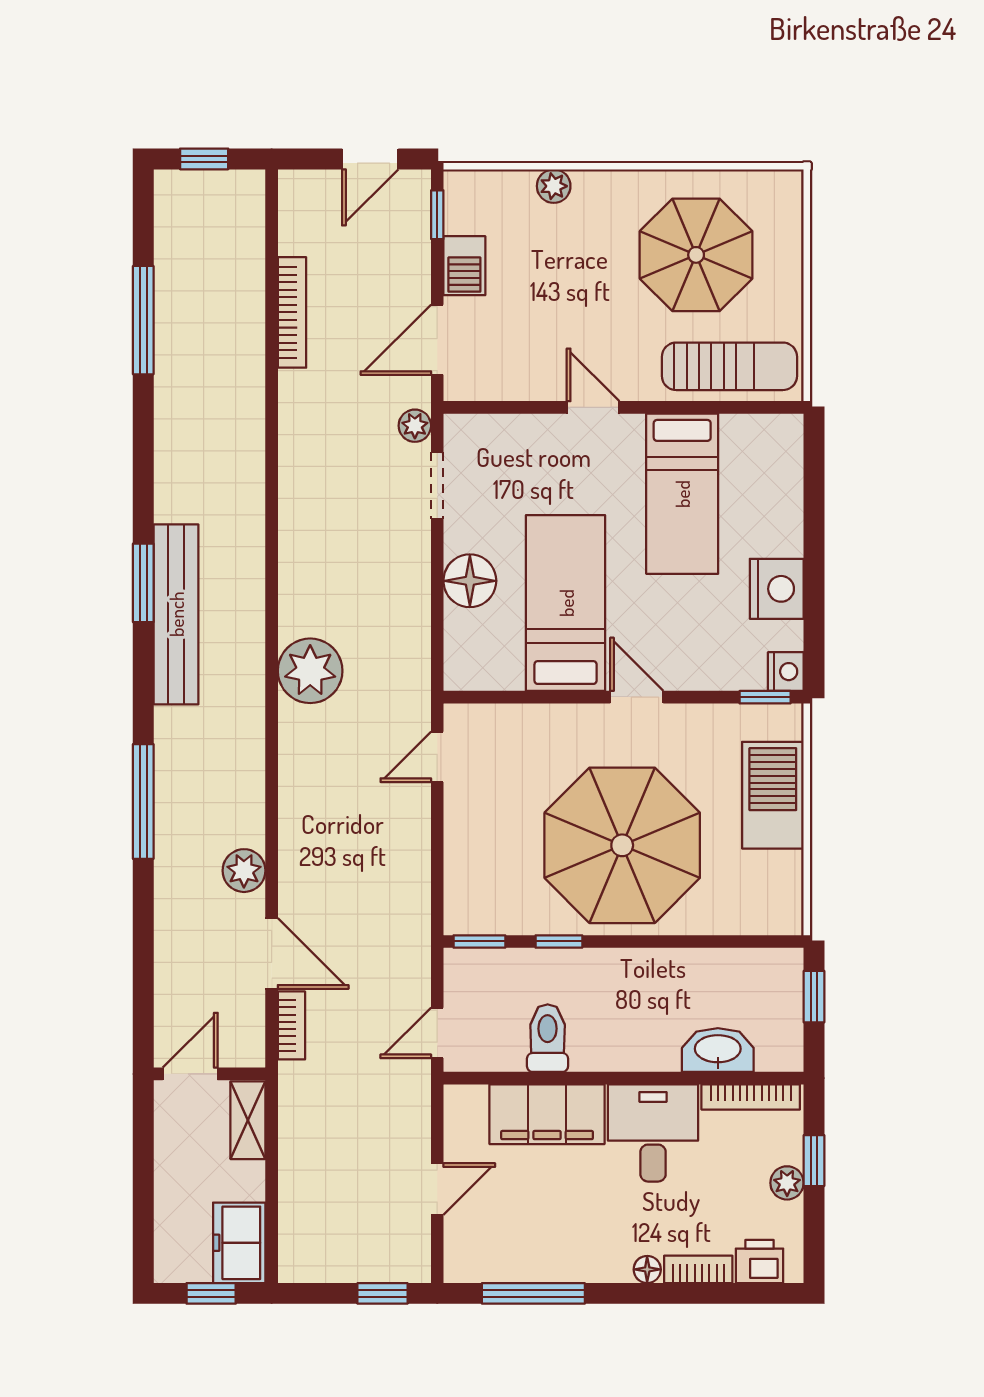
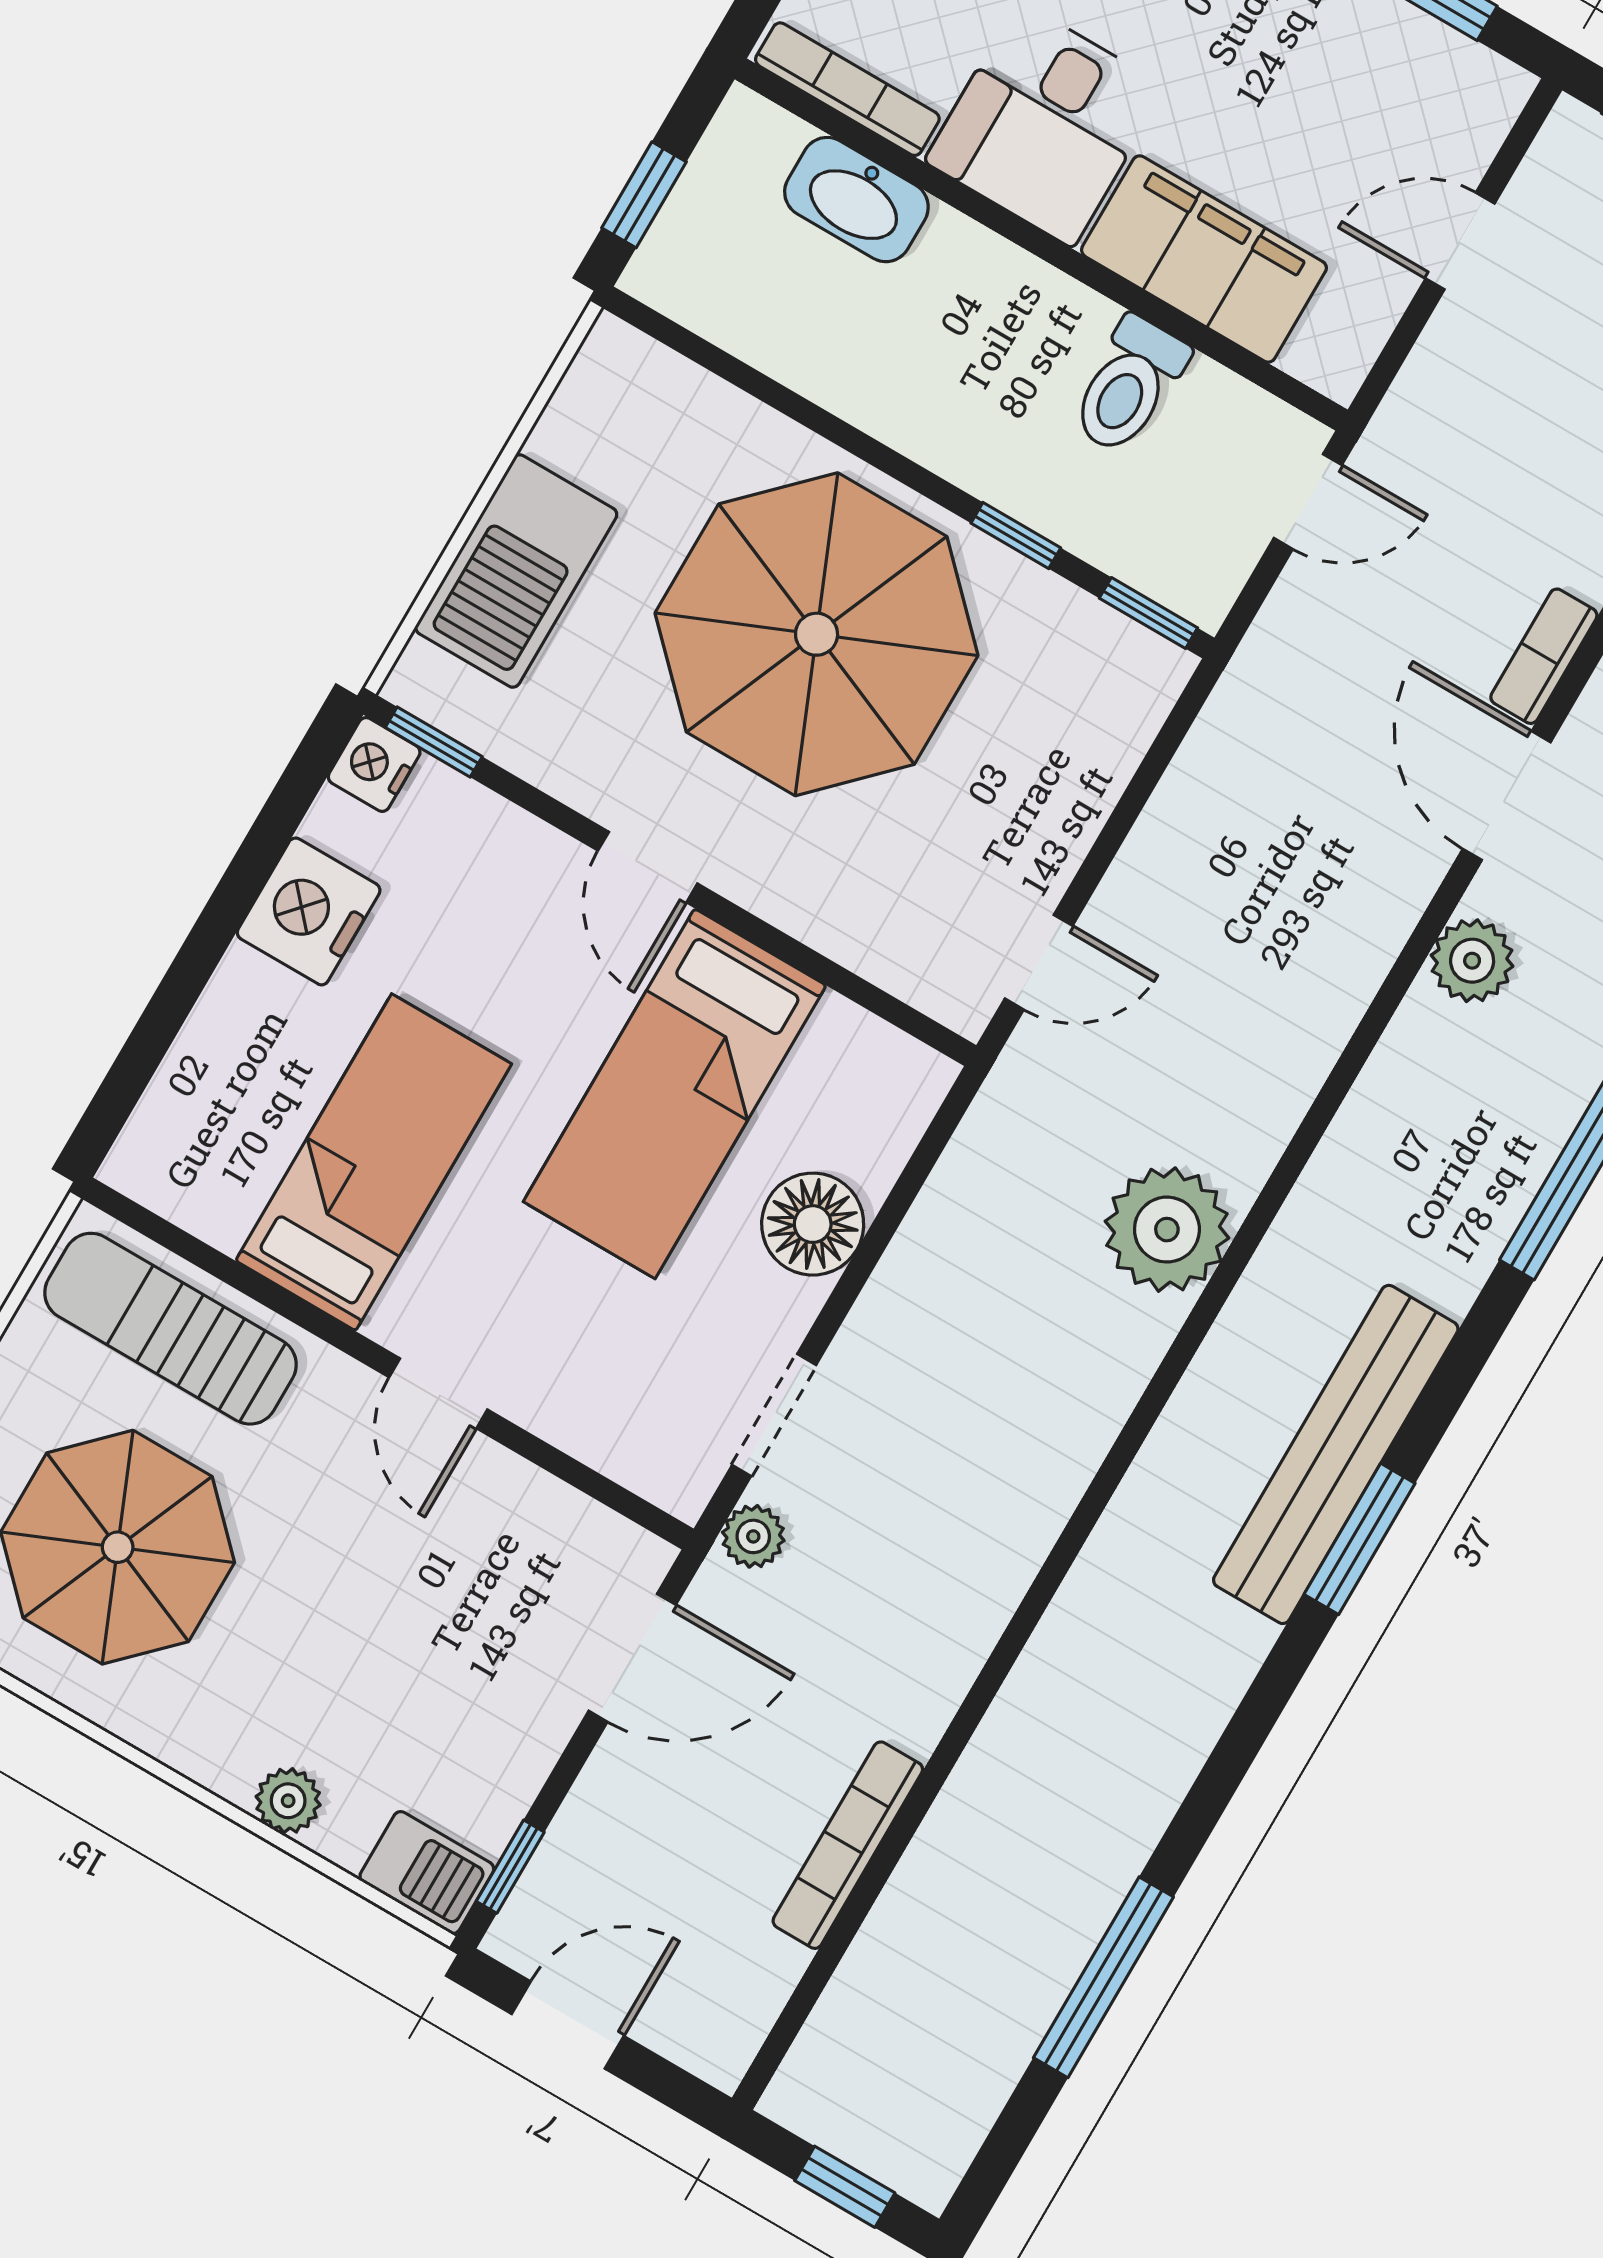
barbecue: (464, 266) -> (427, 1873), moved, turned 90

